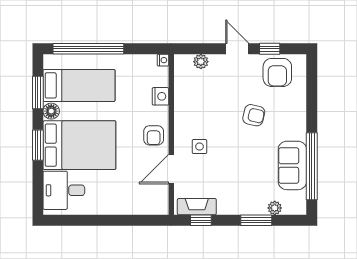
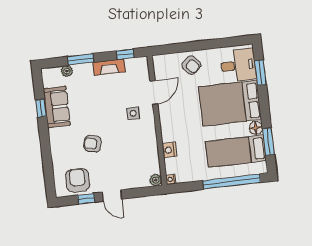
plant: (201, 62) -> (156, 180), moved
armchair: (154, 135) -> (191, 65), moved, turned 138
window: (38, 145) -> (260, 73), moved
window: (312, 166) -> (41, 108), width x0.32
fireplace: (197, 207) -> (109, 67), moved

